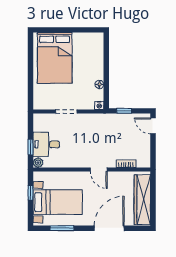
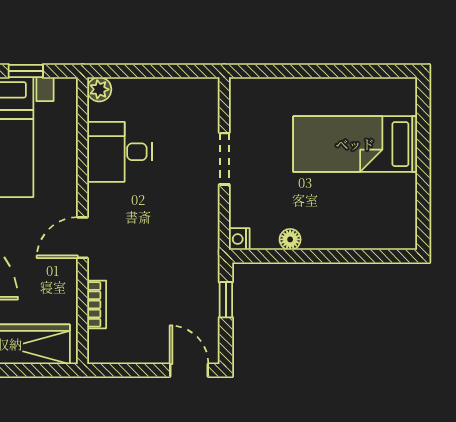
bed: (55, 58) -> (355, 144), width x0.67
door: (153, 126) -> (189, 370), hinge flipped
desk: (46, 144) -> (119, 152), moved, turned -90
window: (30, 147) -> (137, 71), removed

